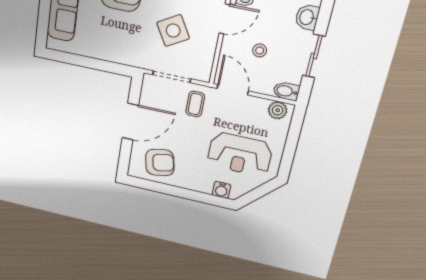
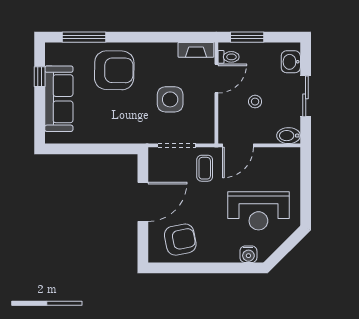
side table: (173, 31) -> (170, 99), turned 30
door: (233, 90) -> (238, 145), swing flipped
plant: (278, 110) -> (285, 156), removed

